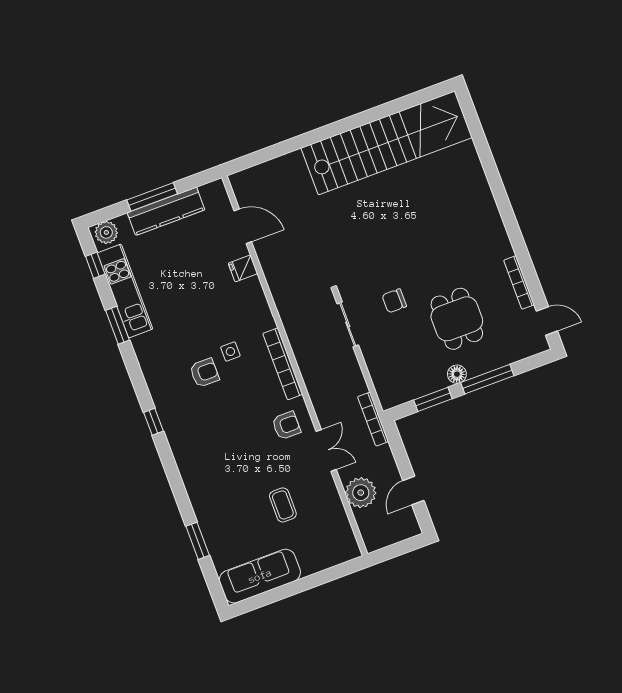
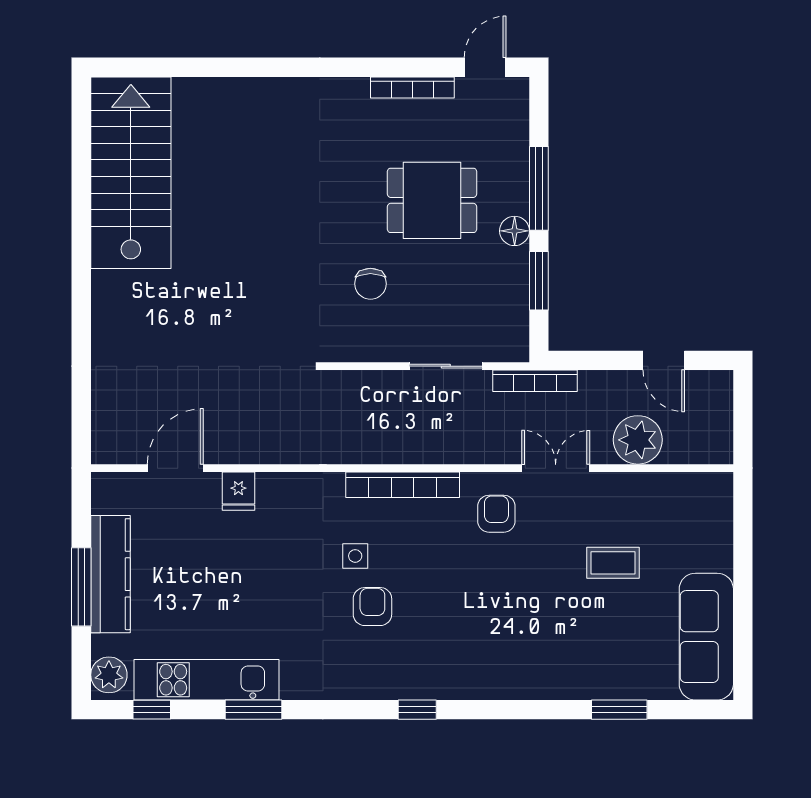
stairs: (387, 143) -> (131, 173), width x0.73
sliding door: (348, 324) -> (446, 366), moved

